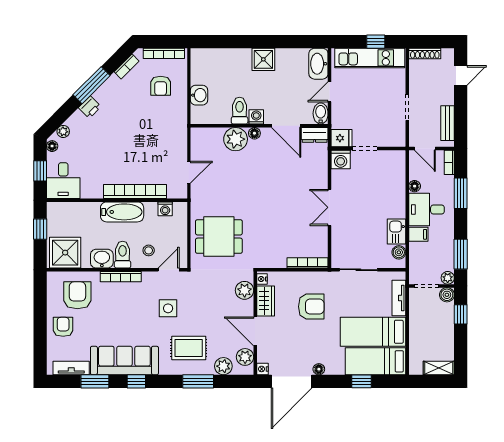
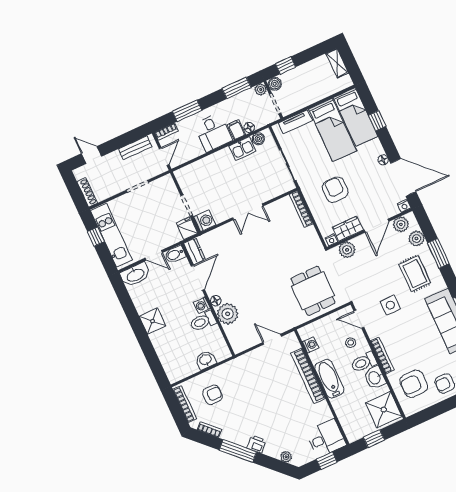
floor lamp: (52, 146) -> (302, 460), removed
floor lamp: (415, 186) -> (249, 127), moved

